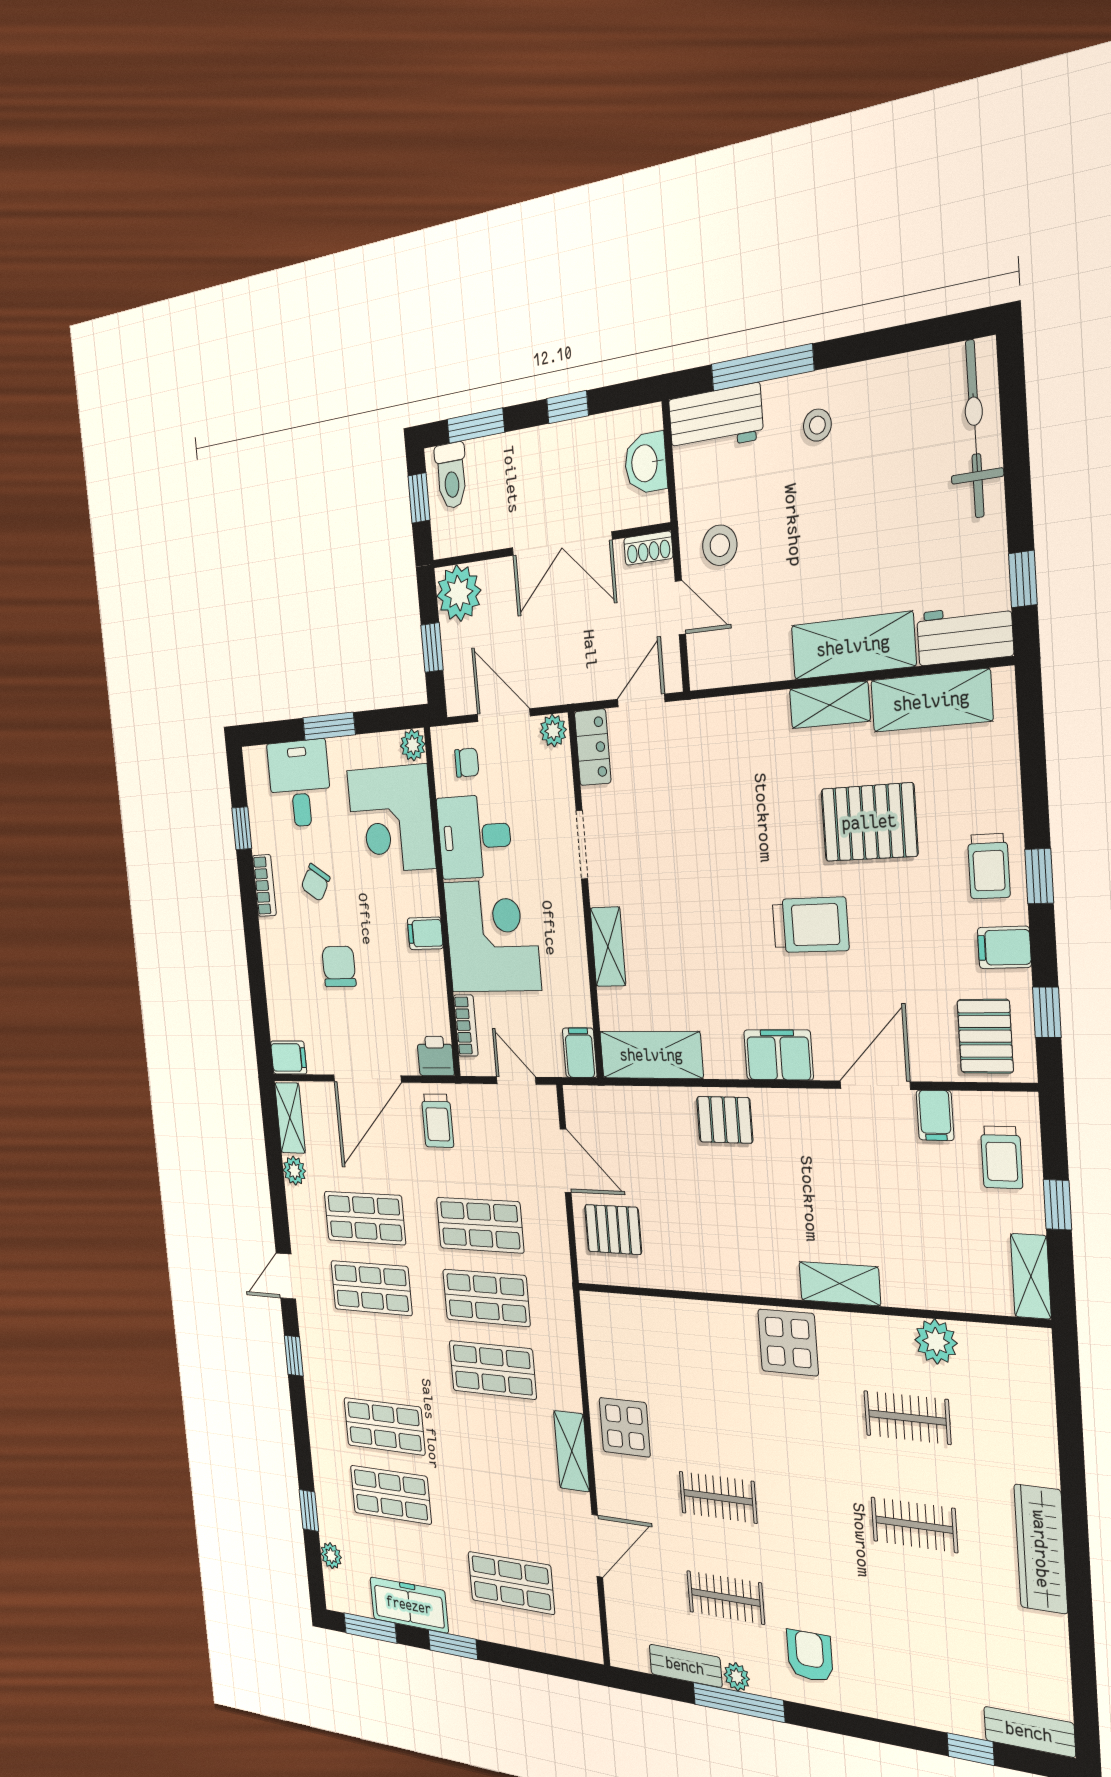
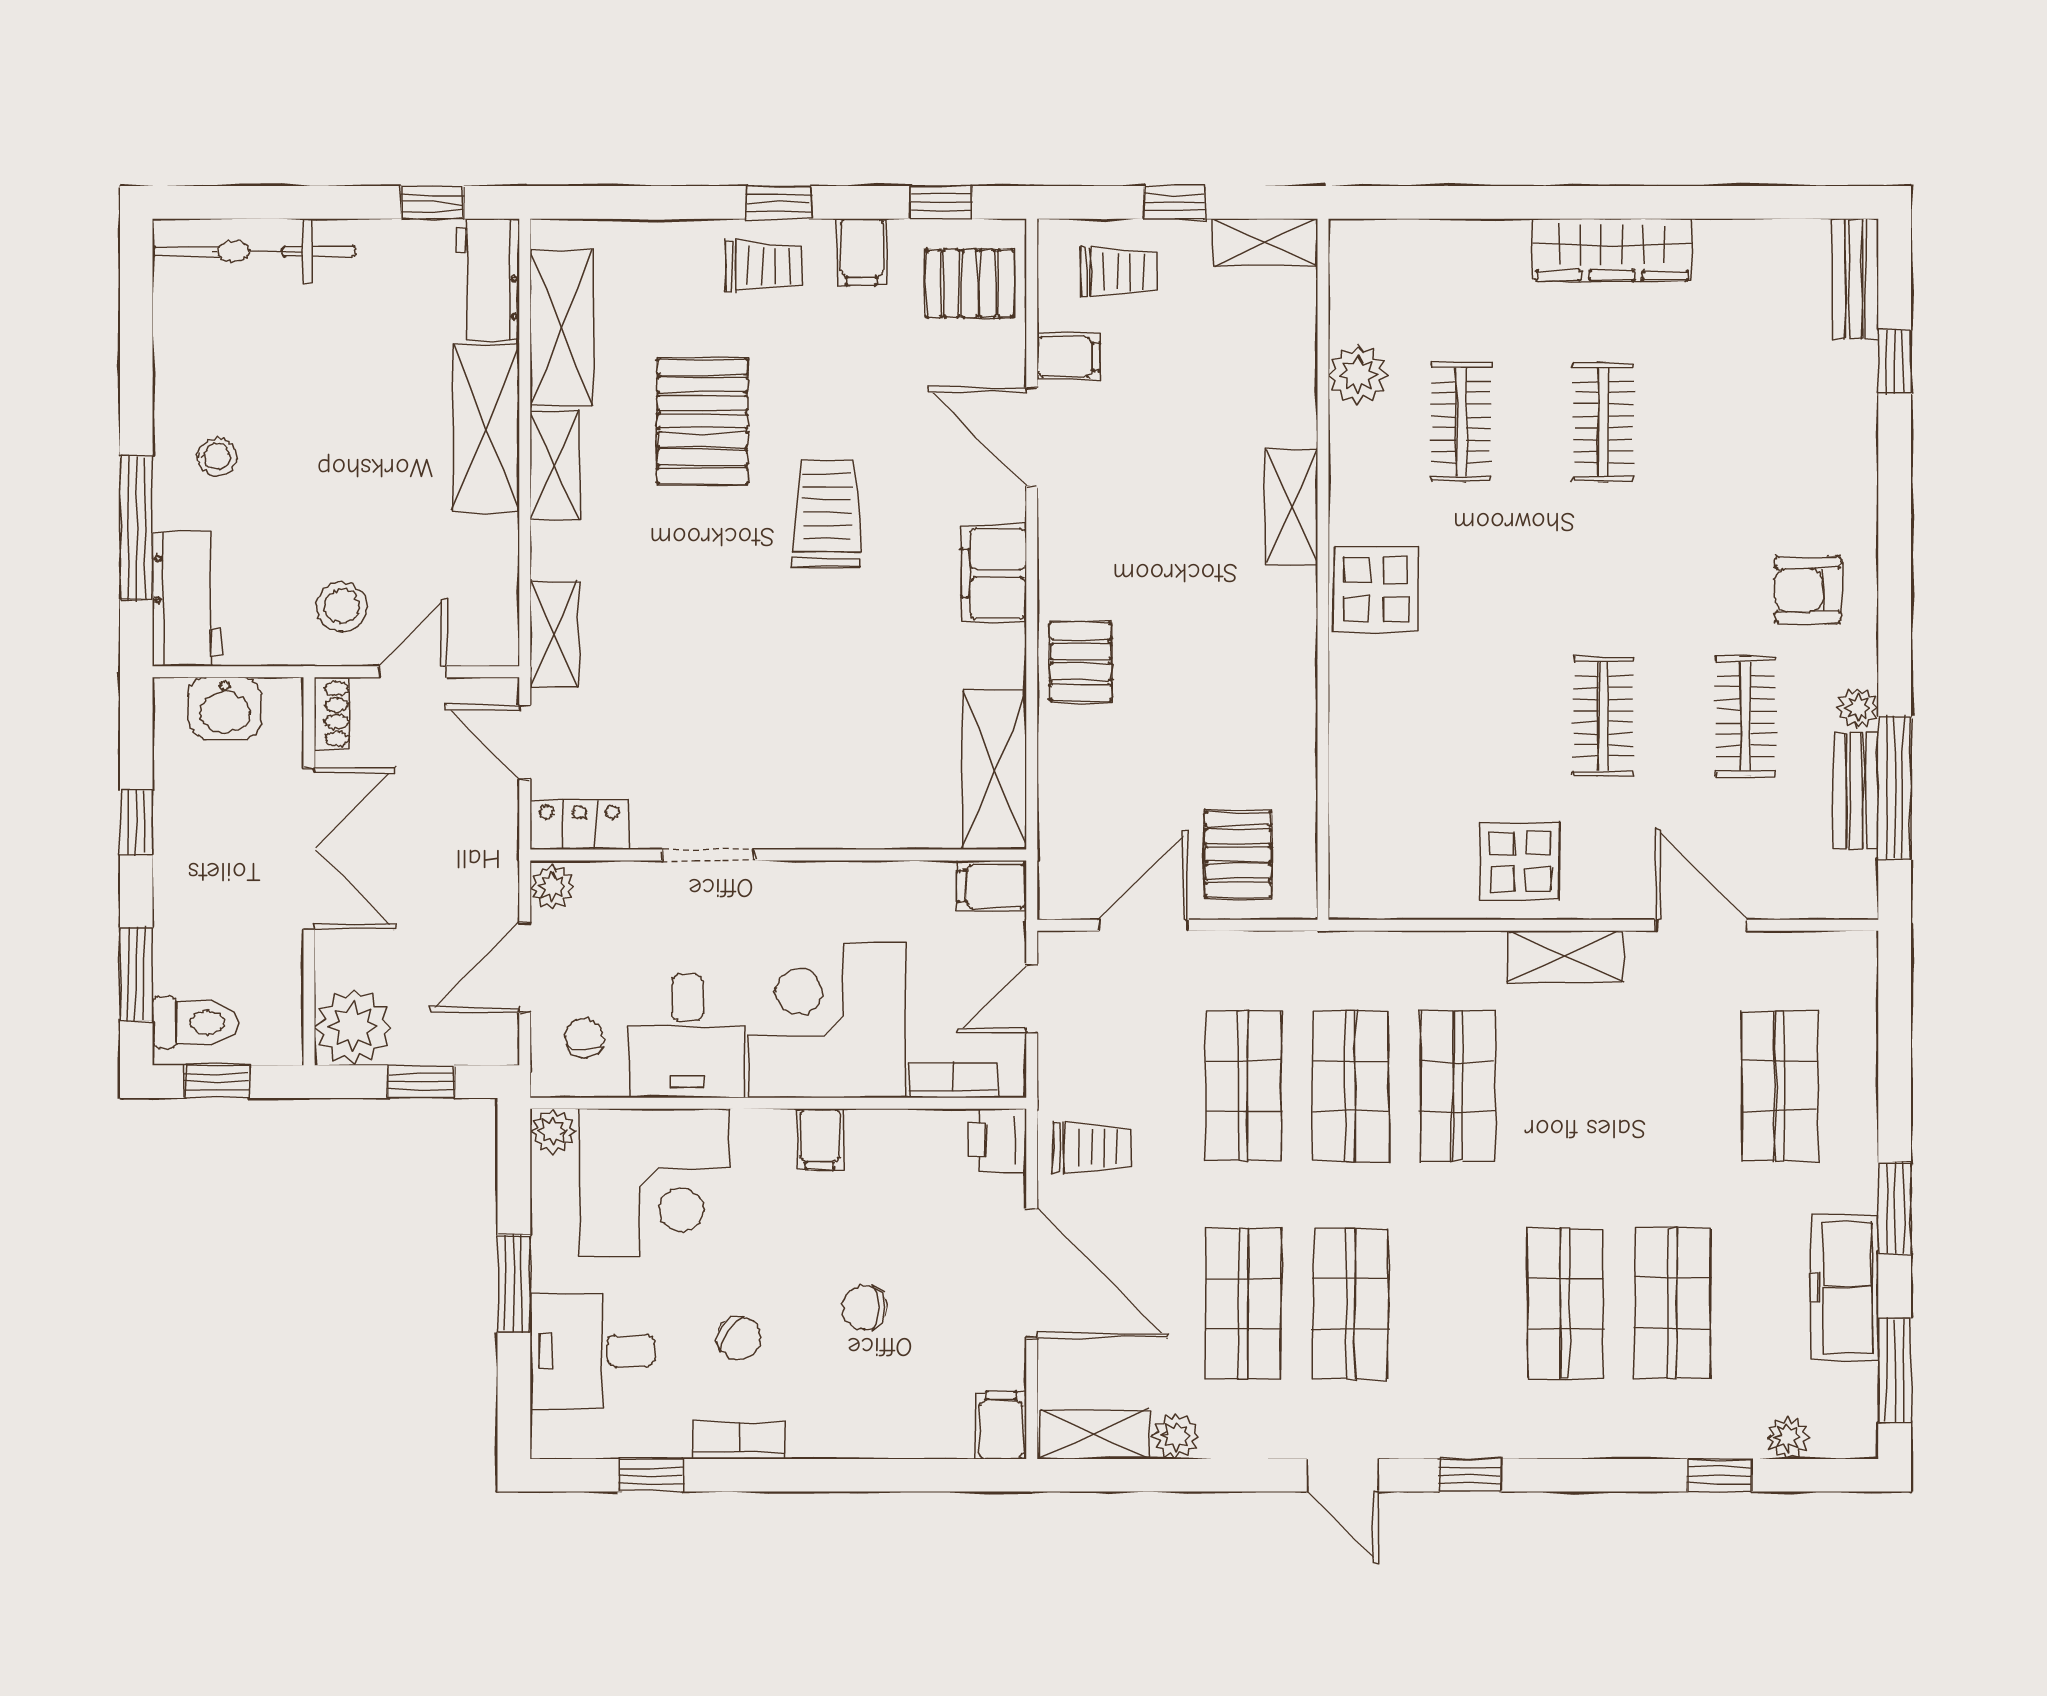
shelving: (608, 947) -> (554, 634), moved, turned 90
chair: (339, 966) -> (864, 1308), width x0.73, depth x0.73
window: (739, 1702) -> (1895, 788), moved

